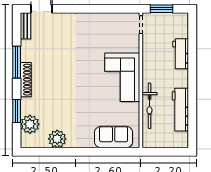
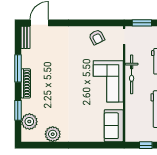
armchair: (109, 26) -> (97, 37), added
bicycle: (149, 106) -> (132, 74), moved
sofa: (114, 137) -> (114, 126), moved, turned -90
window: (166, 152) -> (146, 145), added

